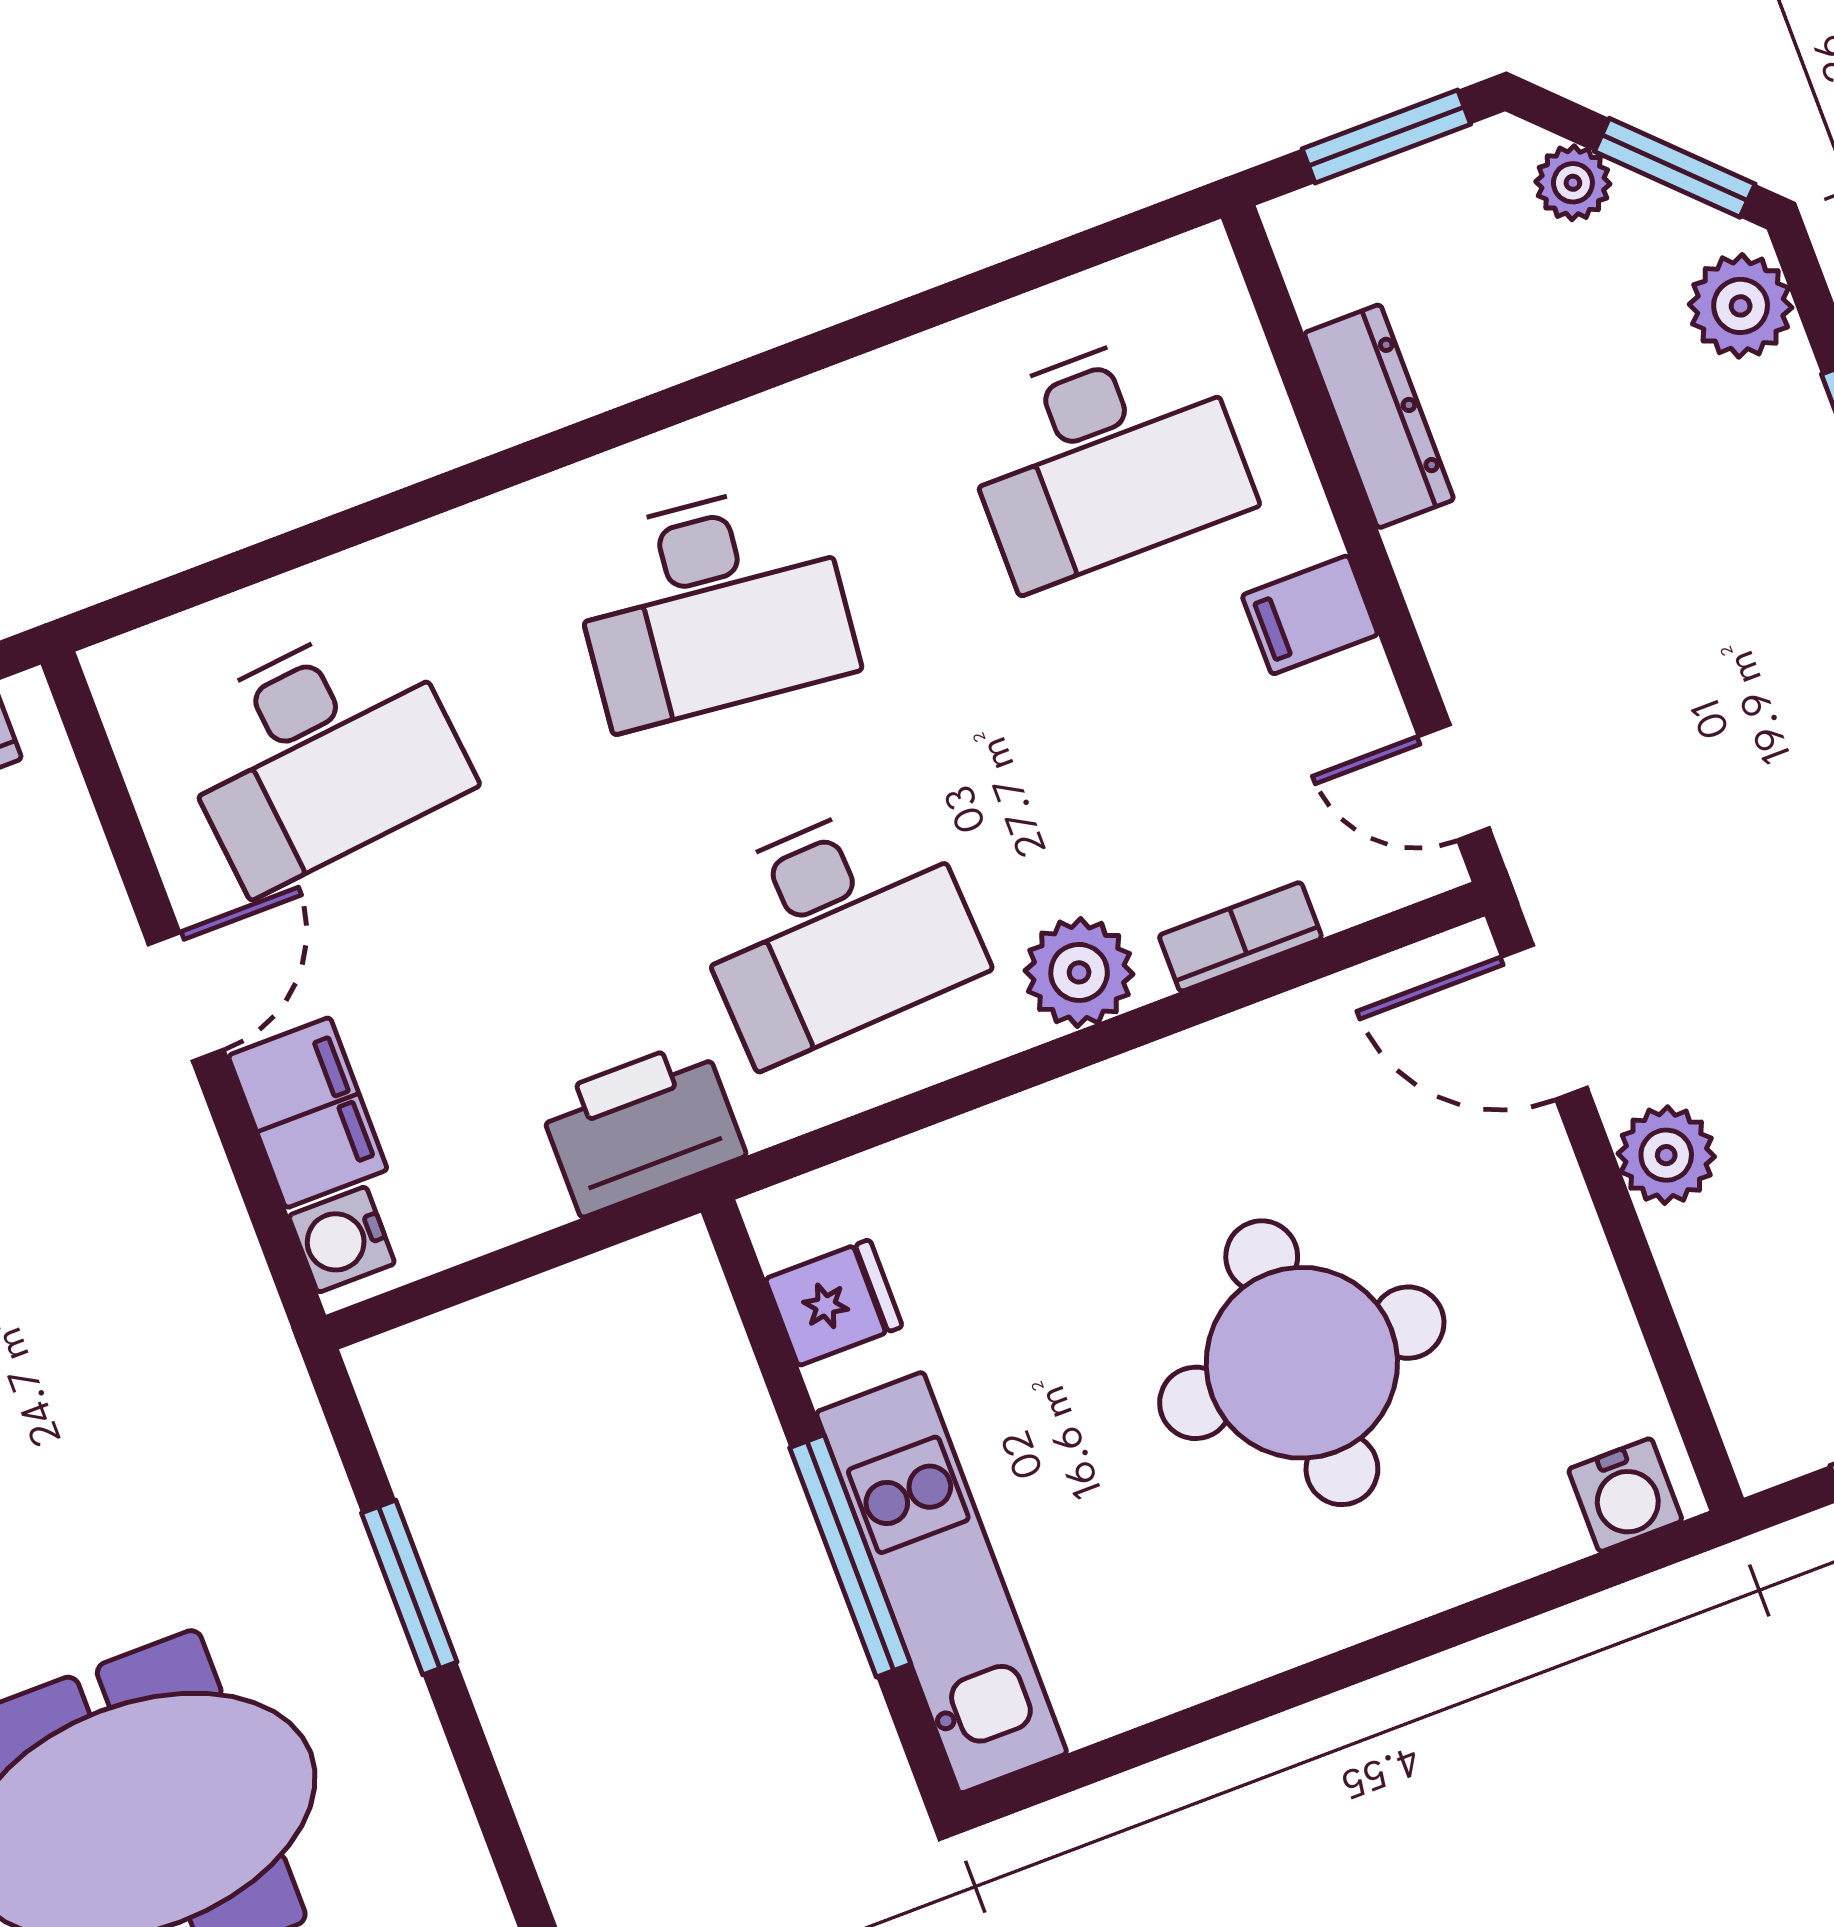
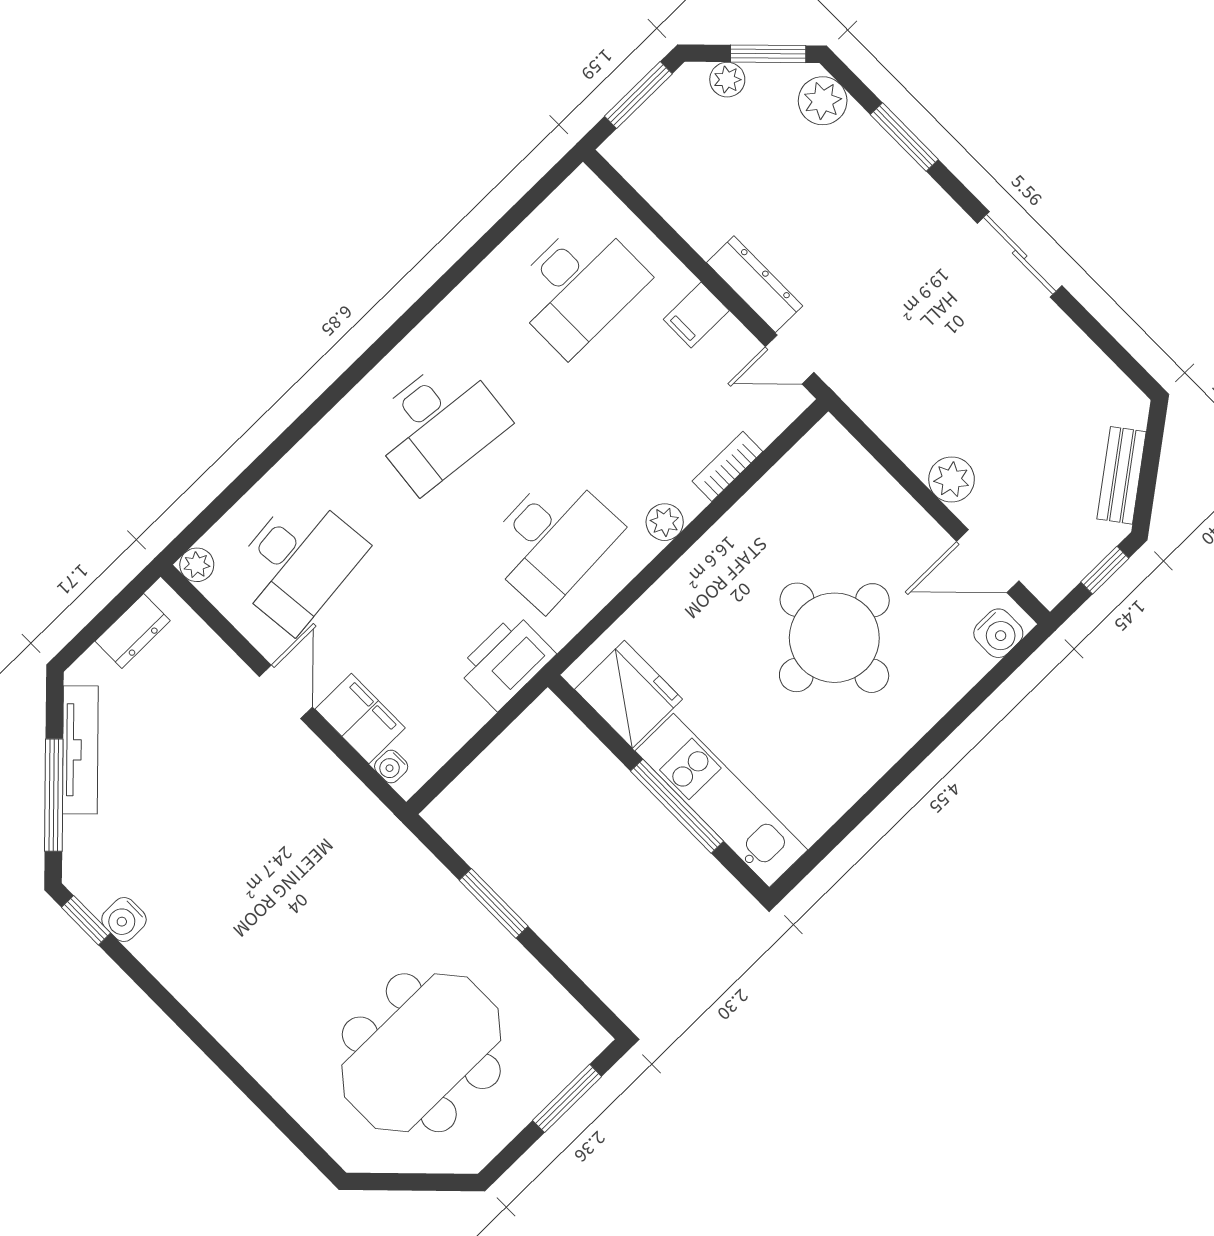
dresser: (1379, 416) -> (755, 284), moved
plant: (122, 673) -> (197, 565), added
plant: (1079, 972) -> (665, 522), width x0.73, depth x0.73
door: (1544, 1022) -> (988, 561), moved
water cooler: (342, 1240) -> (391, 767), width x0.72, depth x0.72
fridge: (834, 1303) -> (628, 694), width x1.88, depth x1.34

